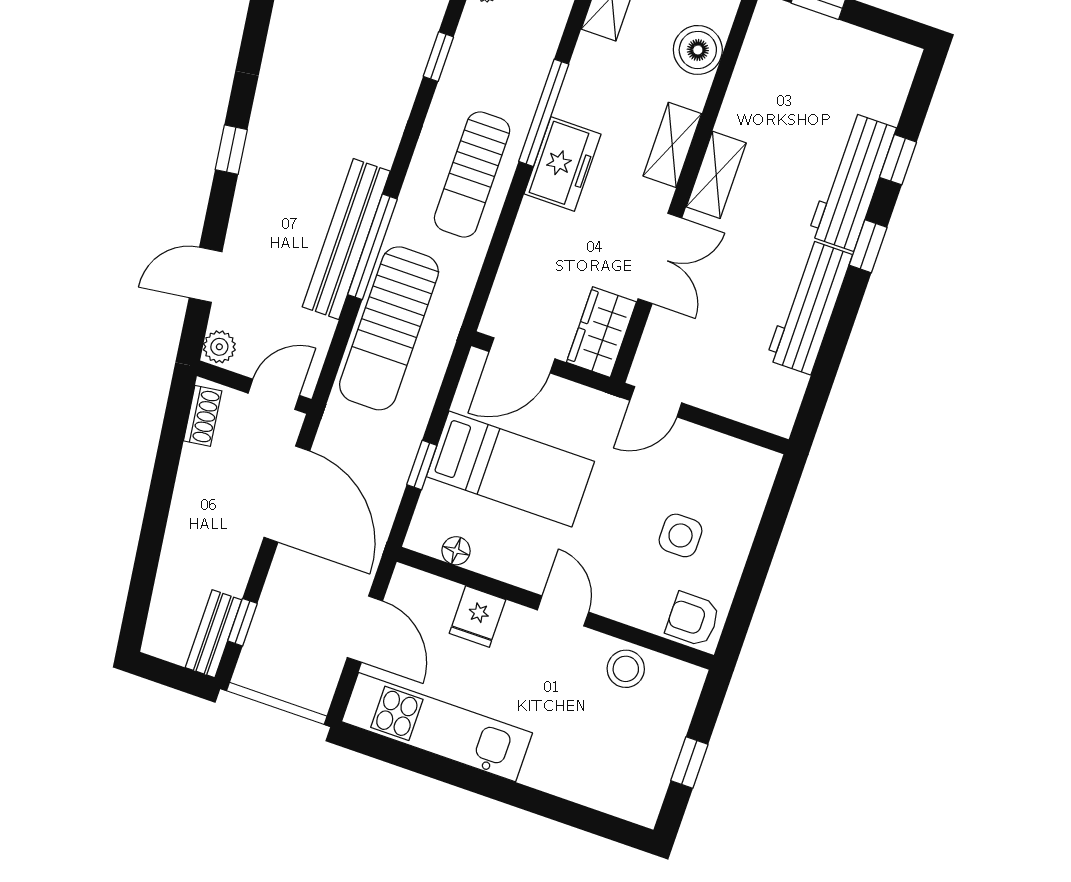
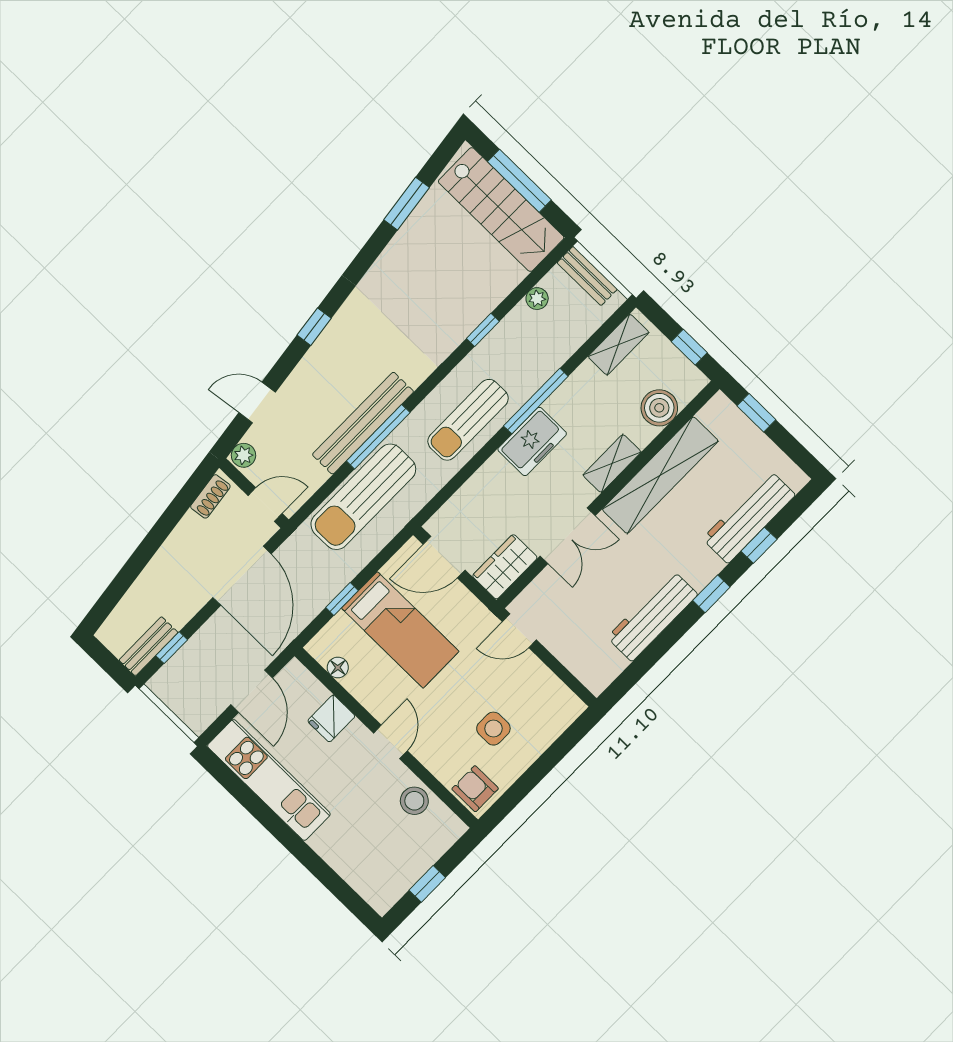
shelving: (716, 175) -> (660, 475), width x2.20, depth x1.33
workbench: (852, 182) -> (749, 517), moved

